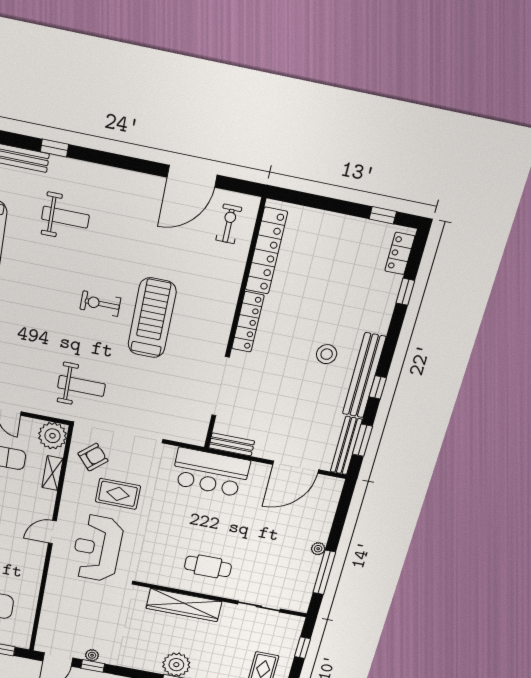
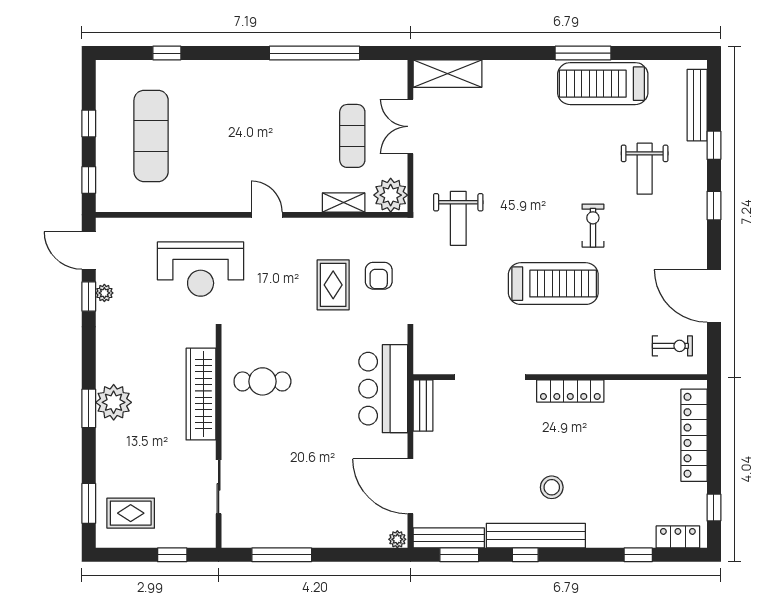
window: (110, 159) -> (714, 206), added
locker: (266, 251) -> (694, 435), moved, turned 90
exercise bike: (100, 304) -> (593, 226), moved
armchair: (93, 457) -> (379, 276), moved, turned 41
reception desk: (97, 548) -> (201, 269), moved, turned 180
plant: (318, 549) -> (397, 539), moved
cafe table: (208, 566) -> (262, 381), moved, turned 90

